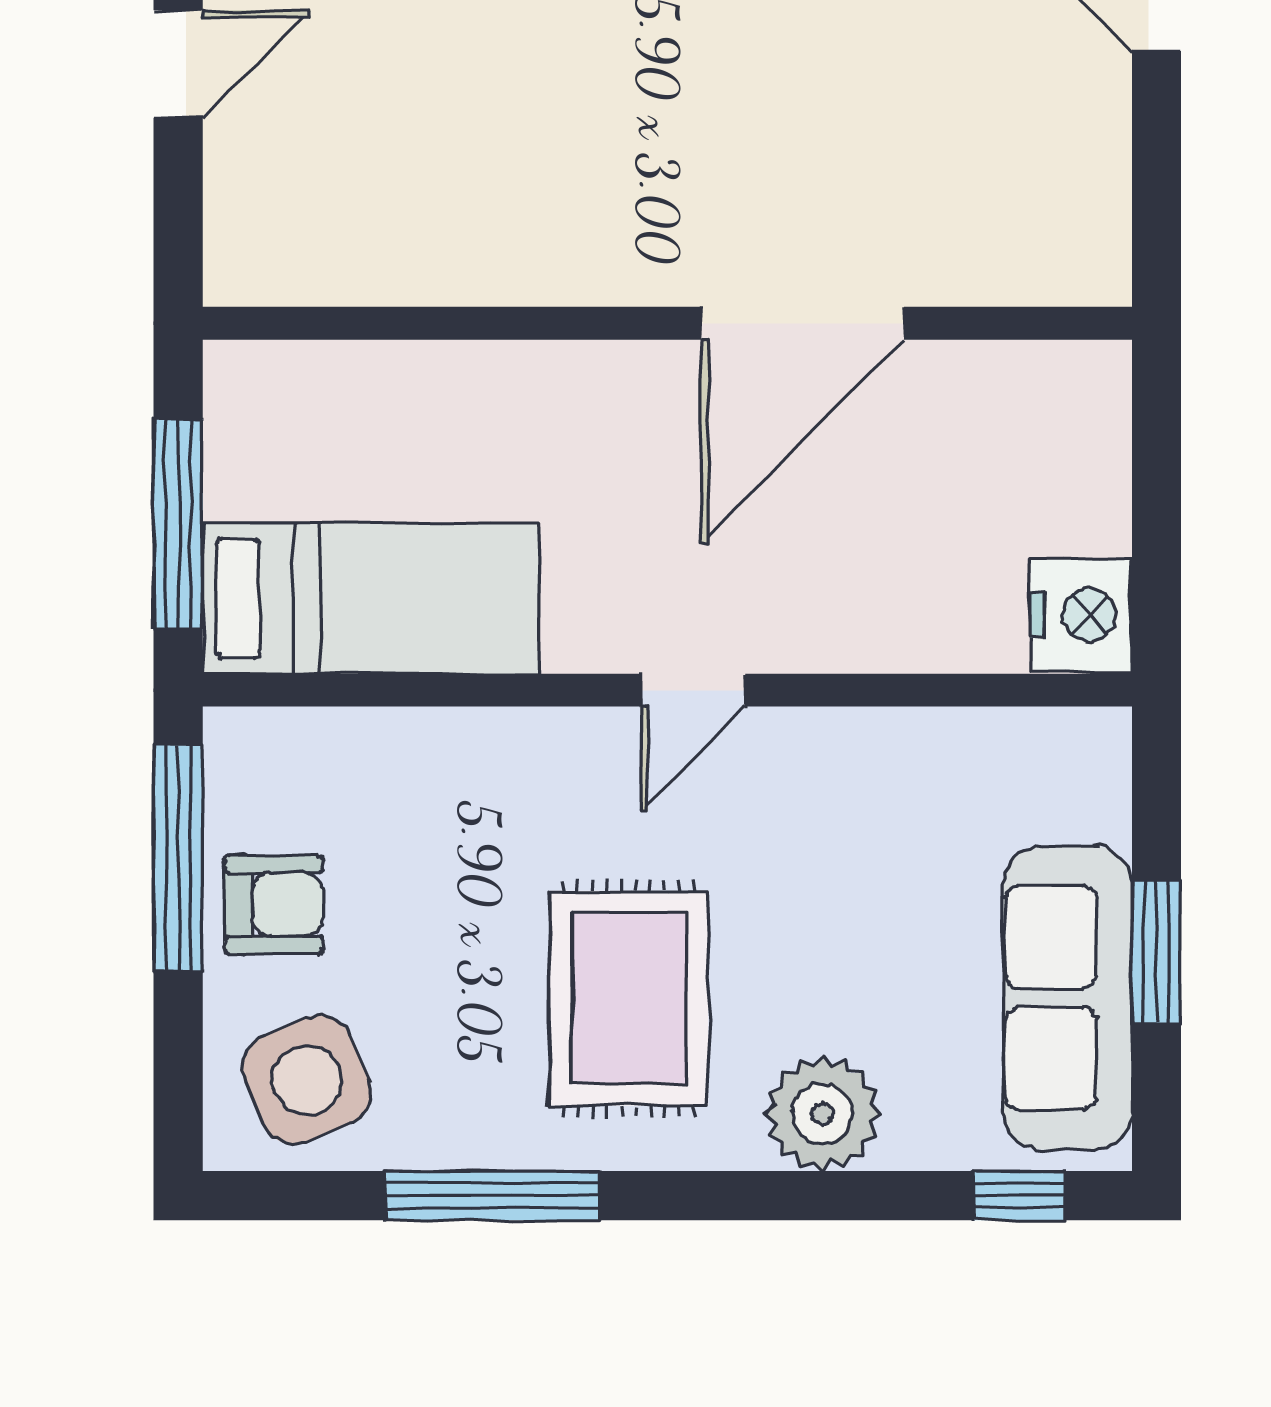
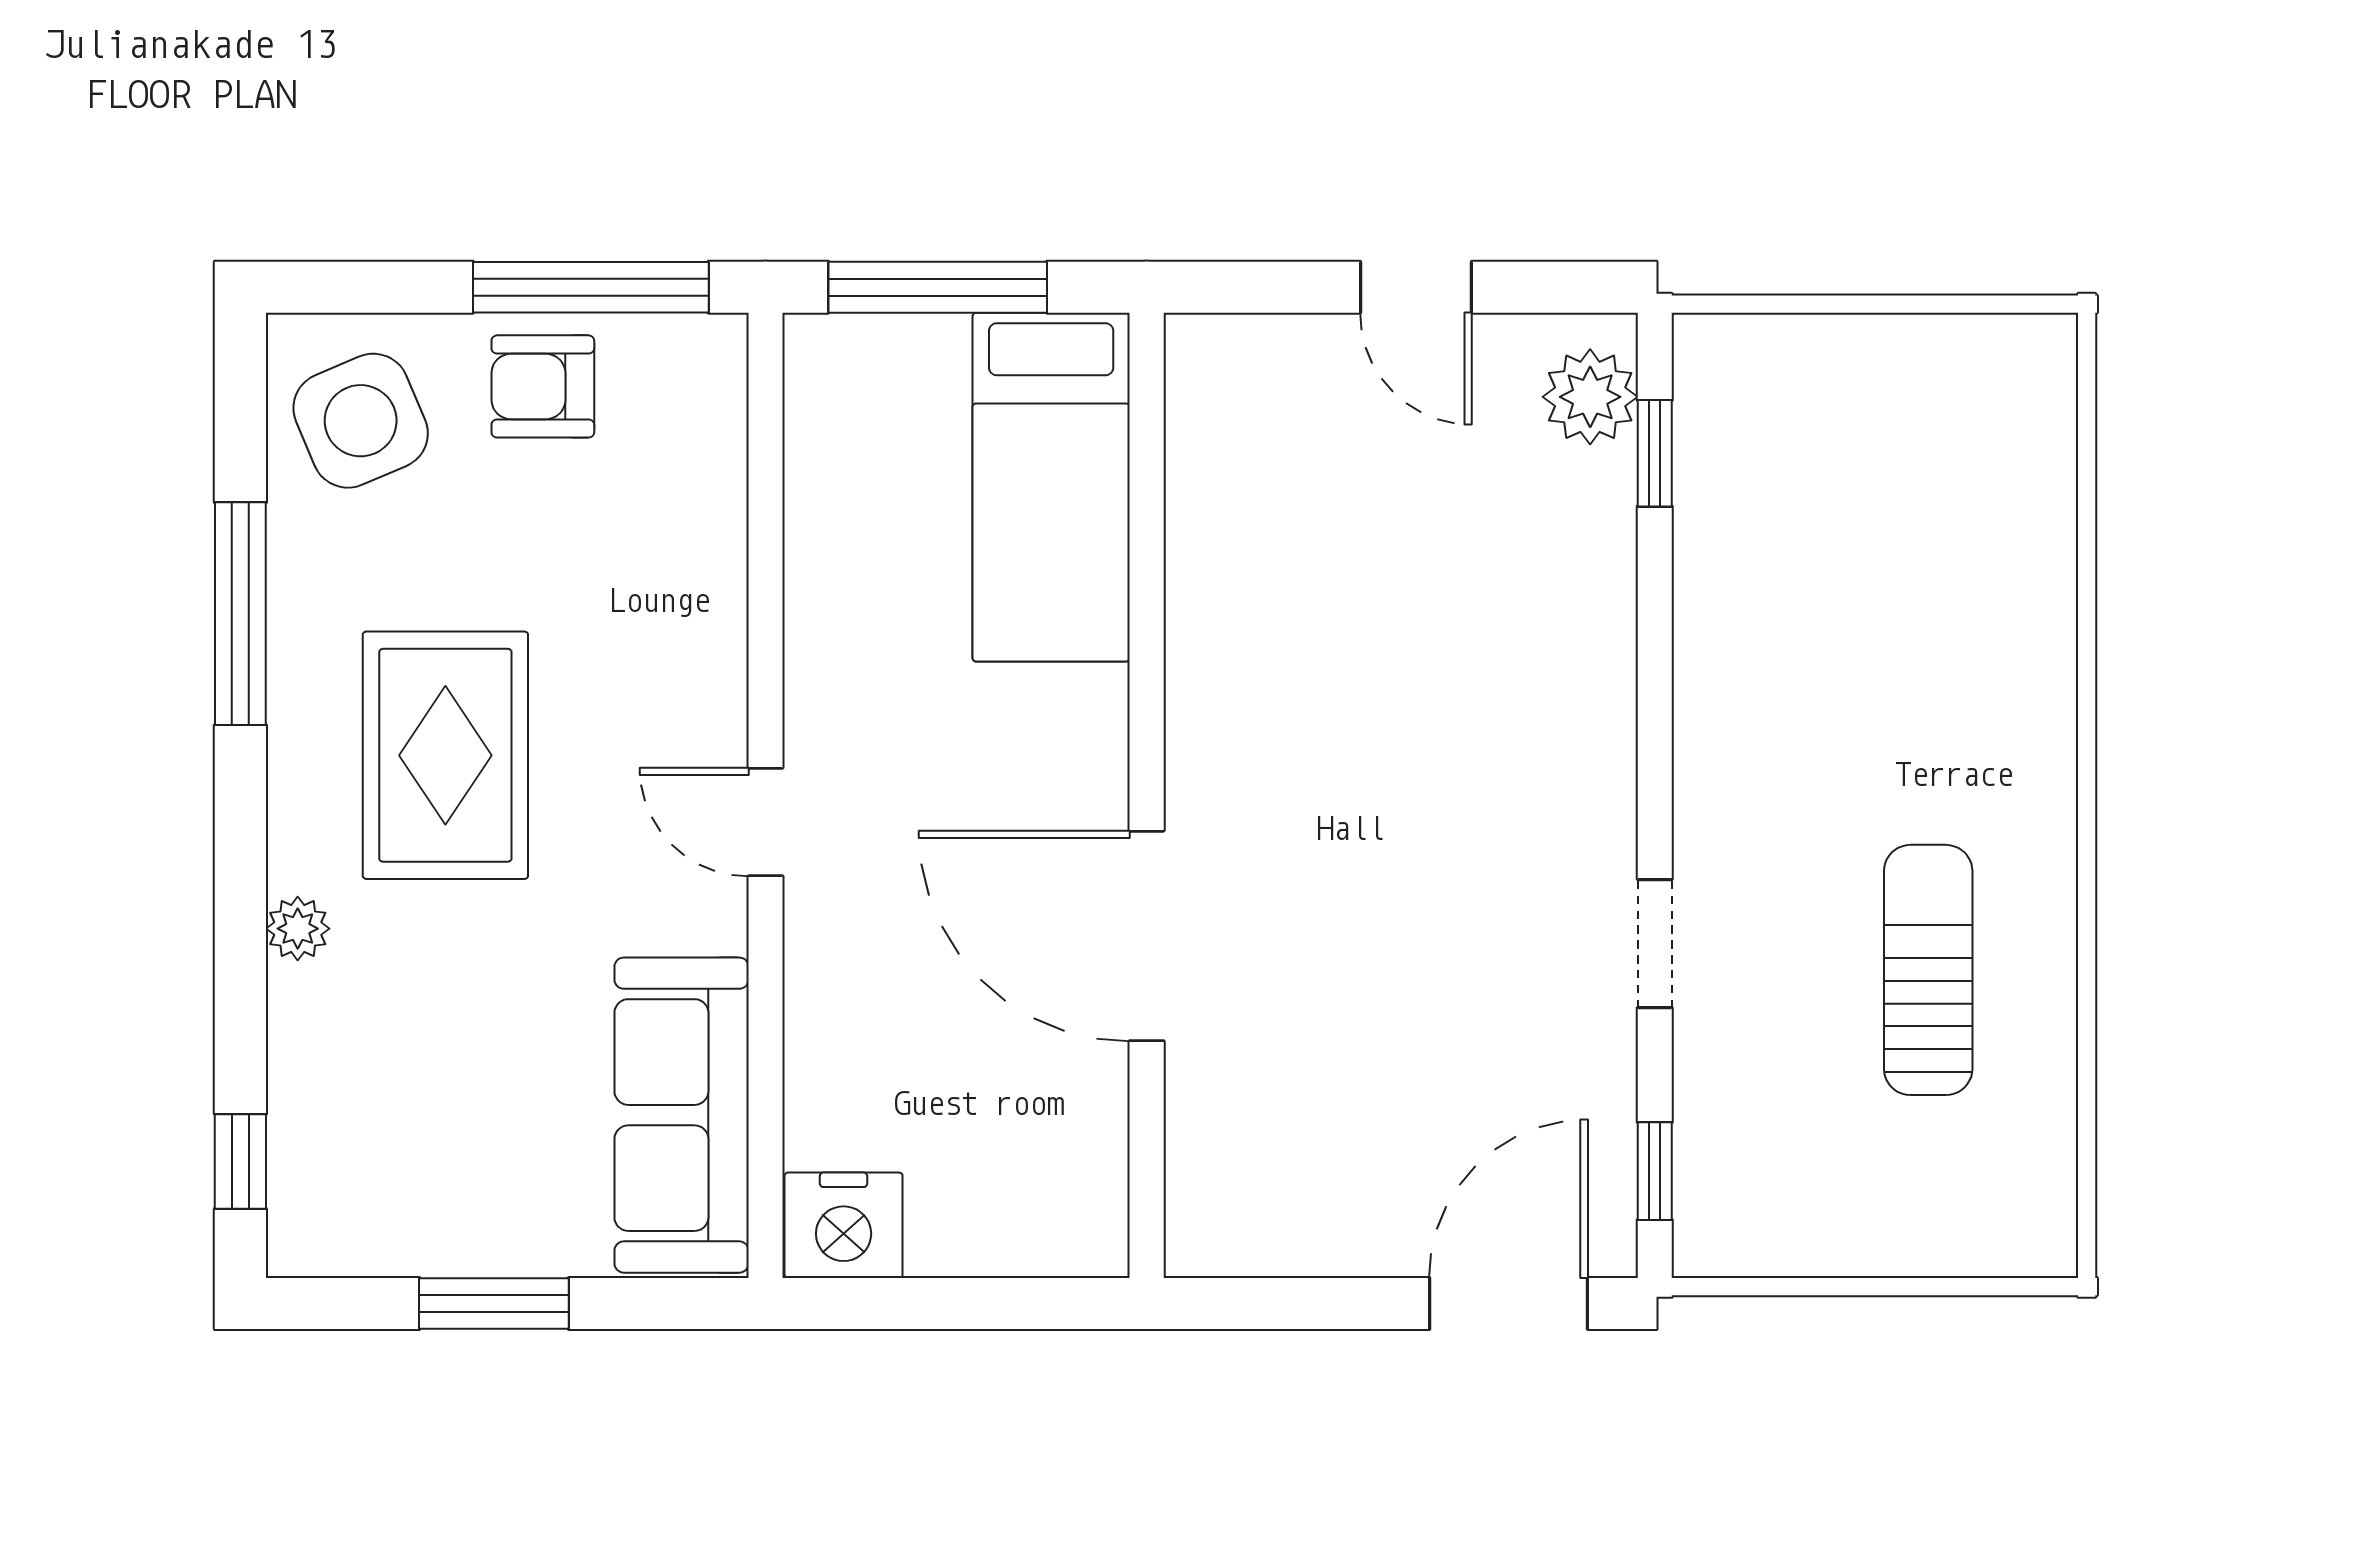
bed: (371, 598) -> (1051, 487), moved
armchair: (274, 905) -> (543, 386), turned 90
rug: (629, 998) -> (445, 755), turned 90
sofa: (1068, 998) -> (682, 1115), moved, turned -90
plant: (822, 1114) -> (298, 929), width x0.53, depth x0.53

